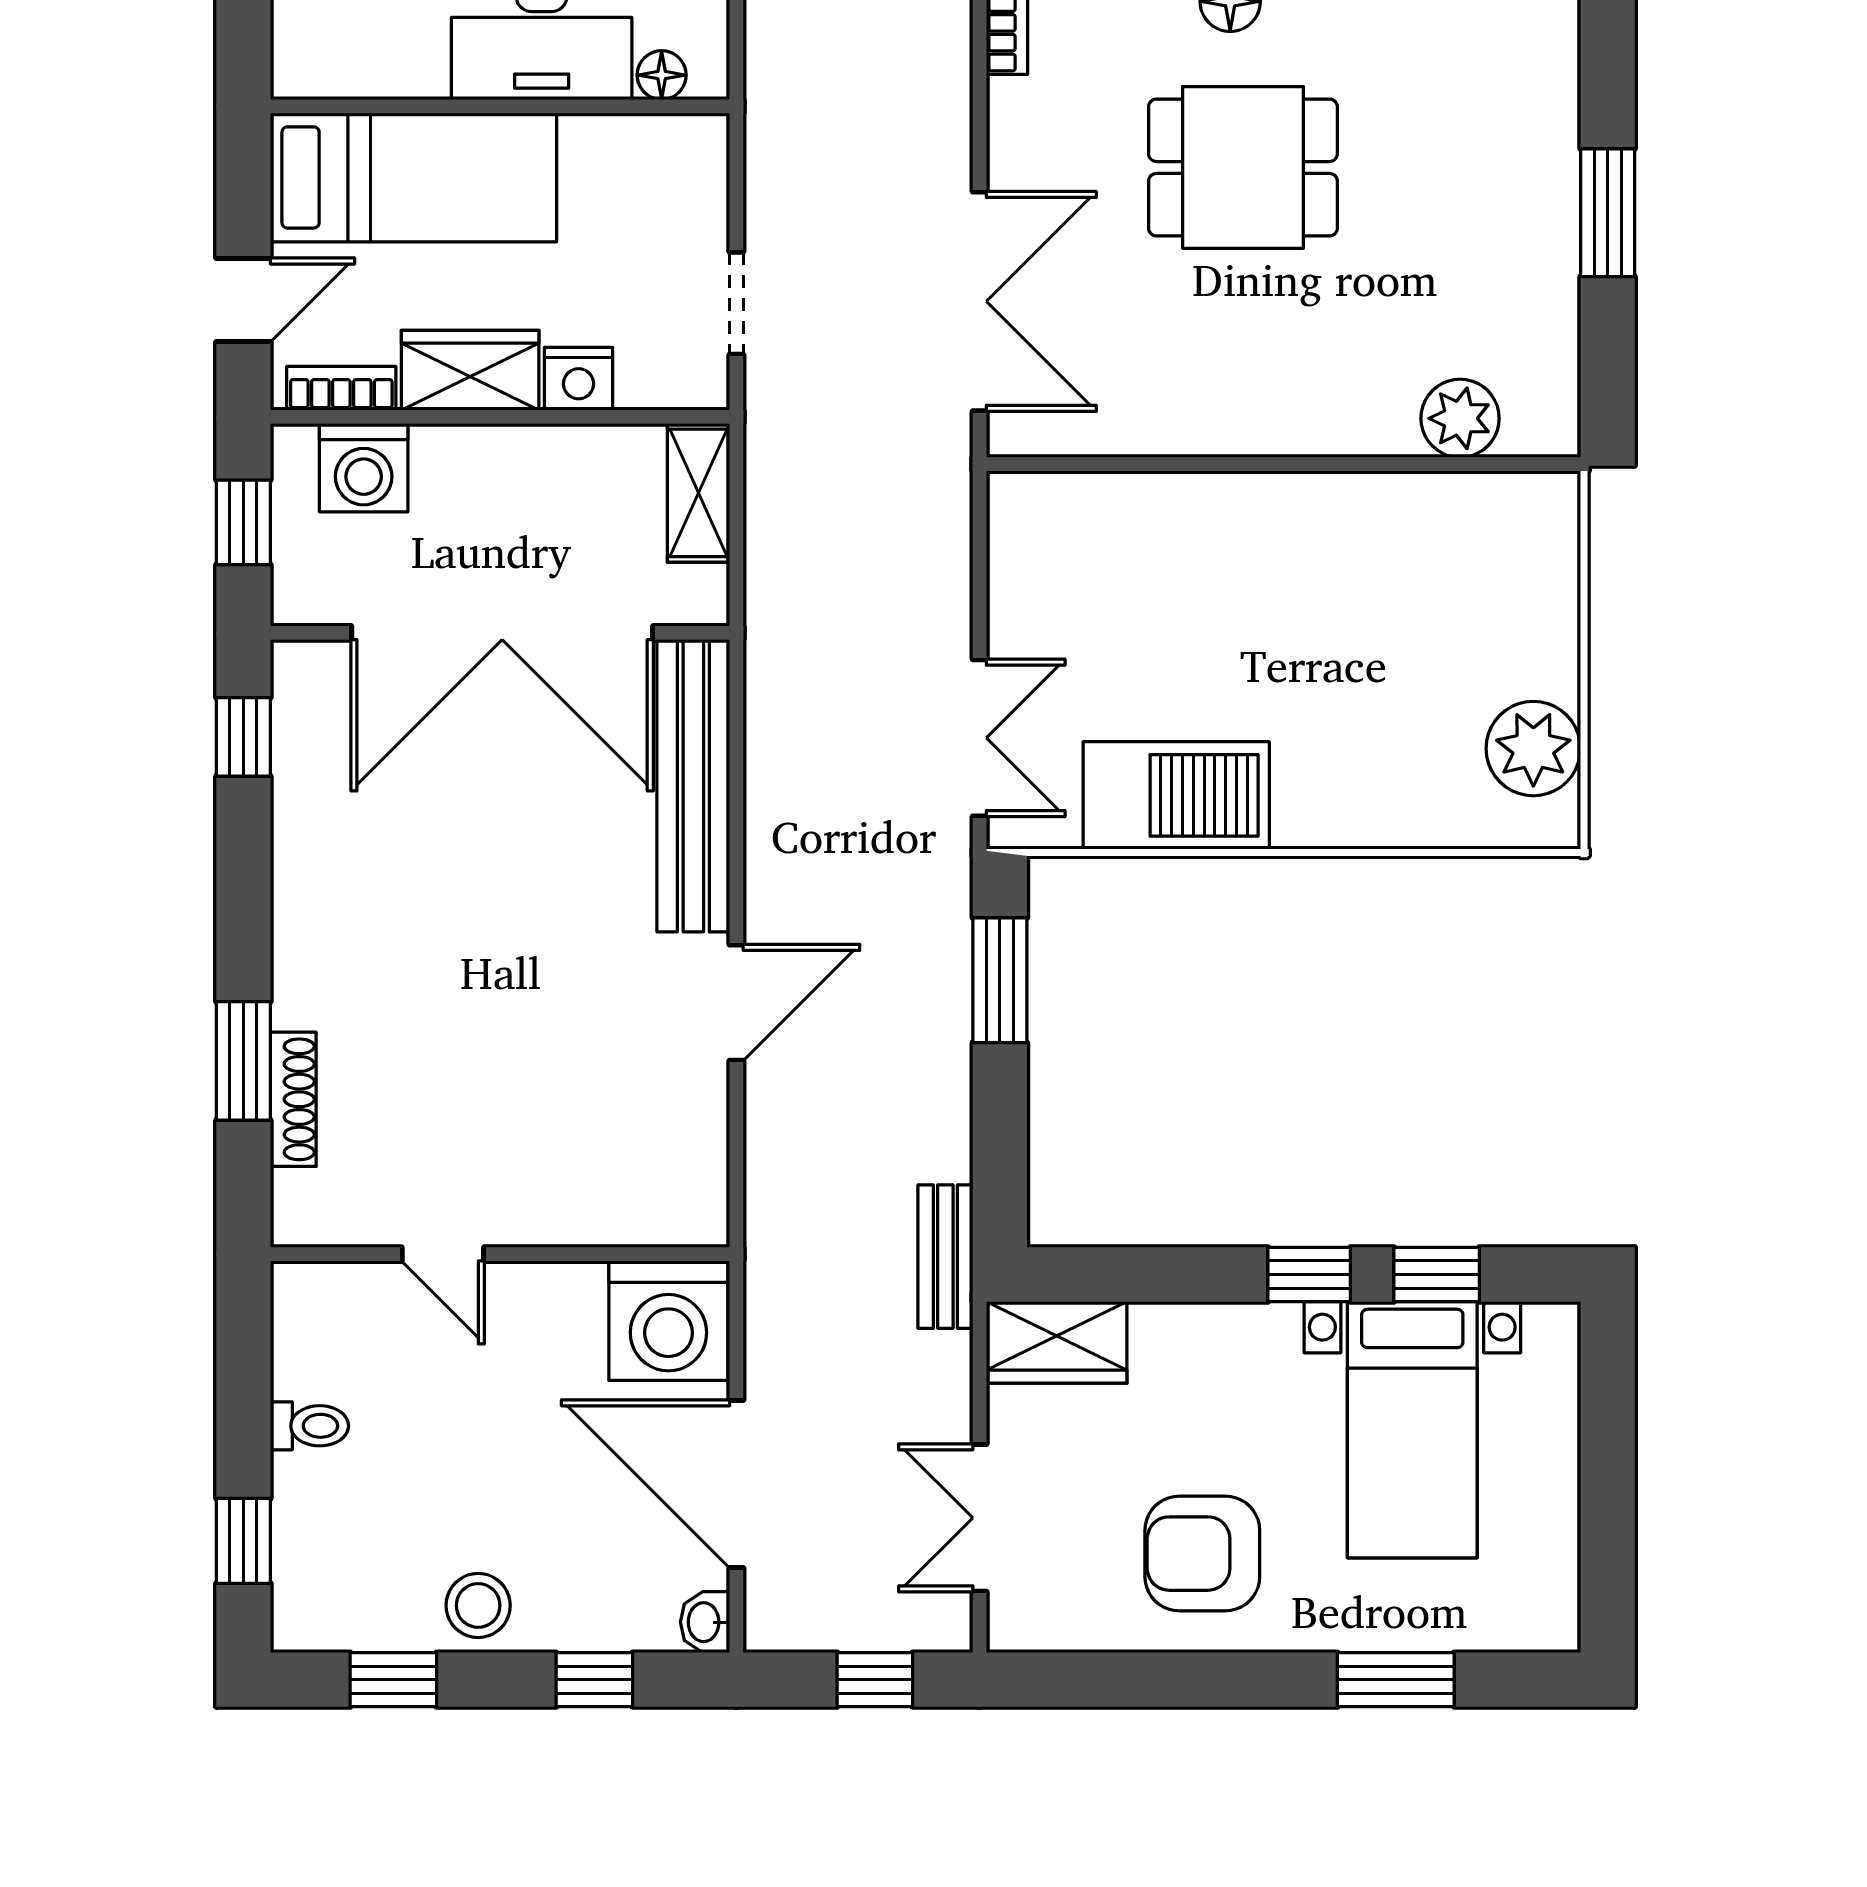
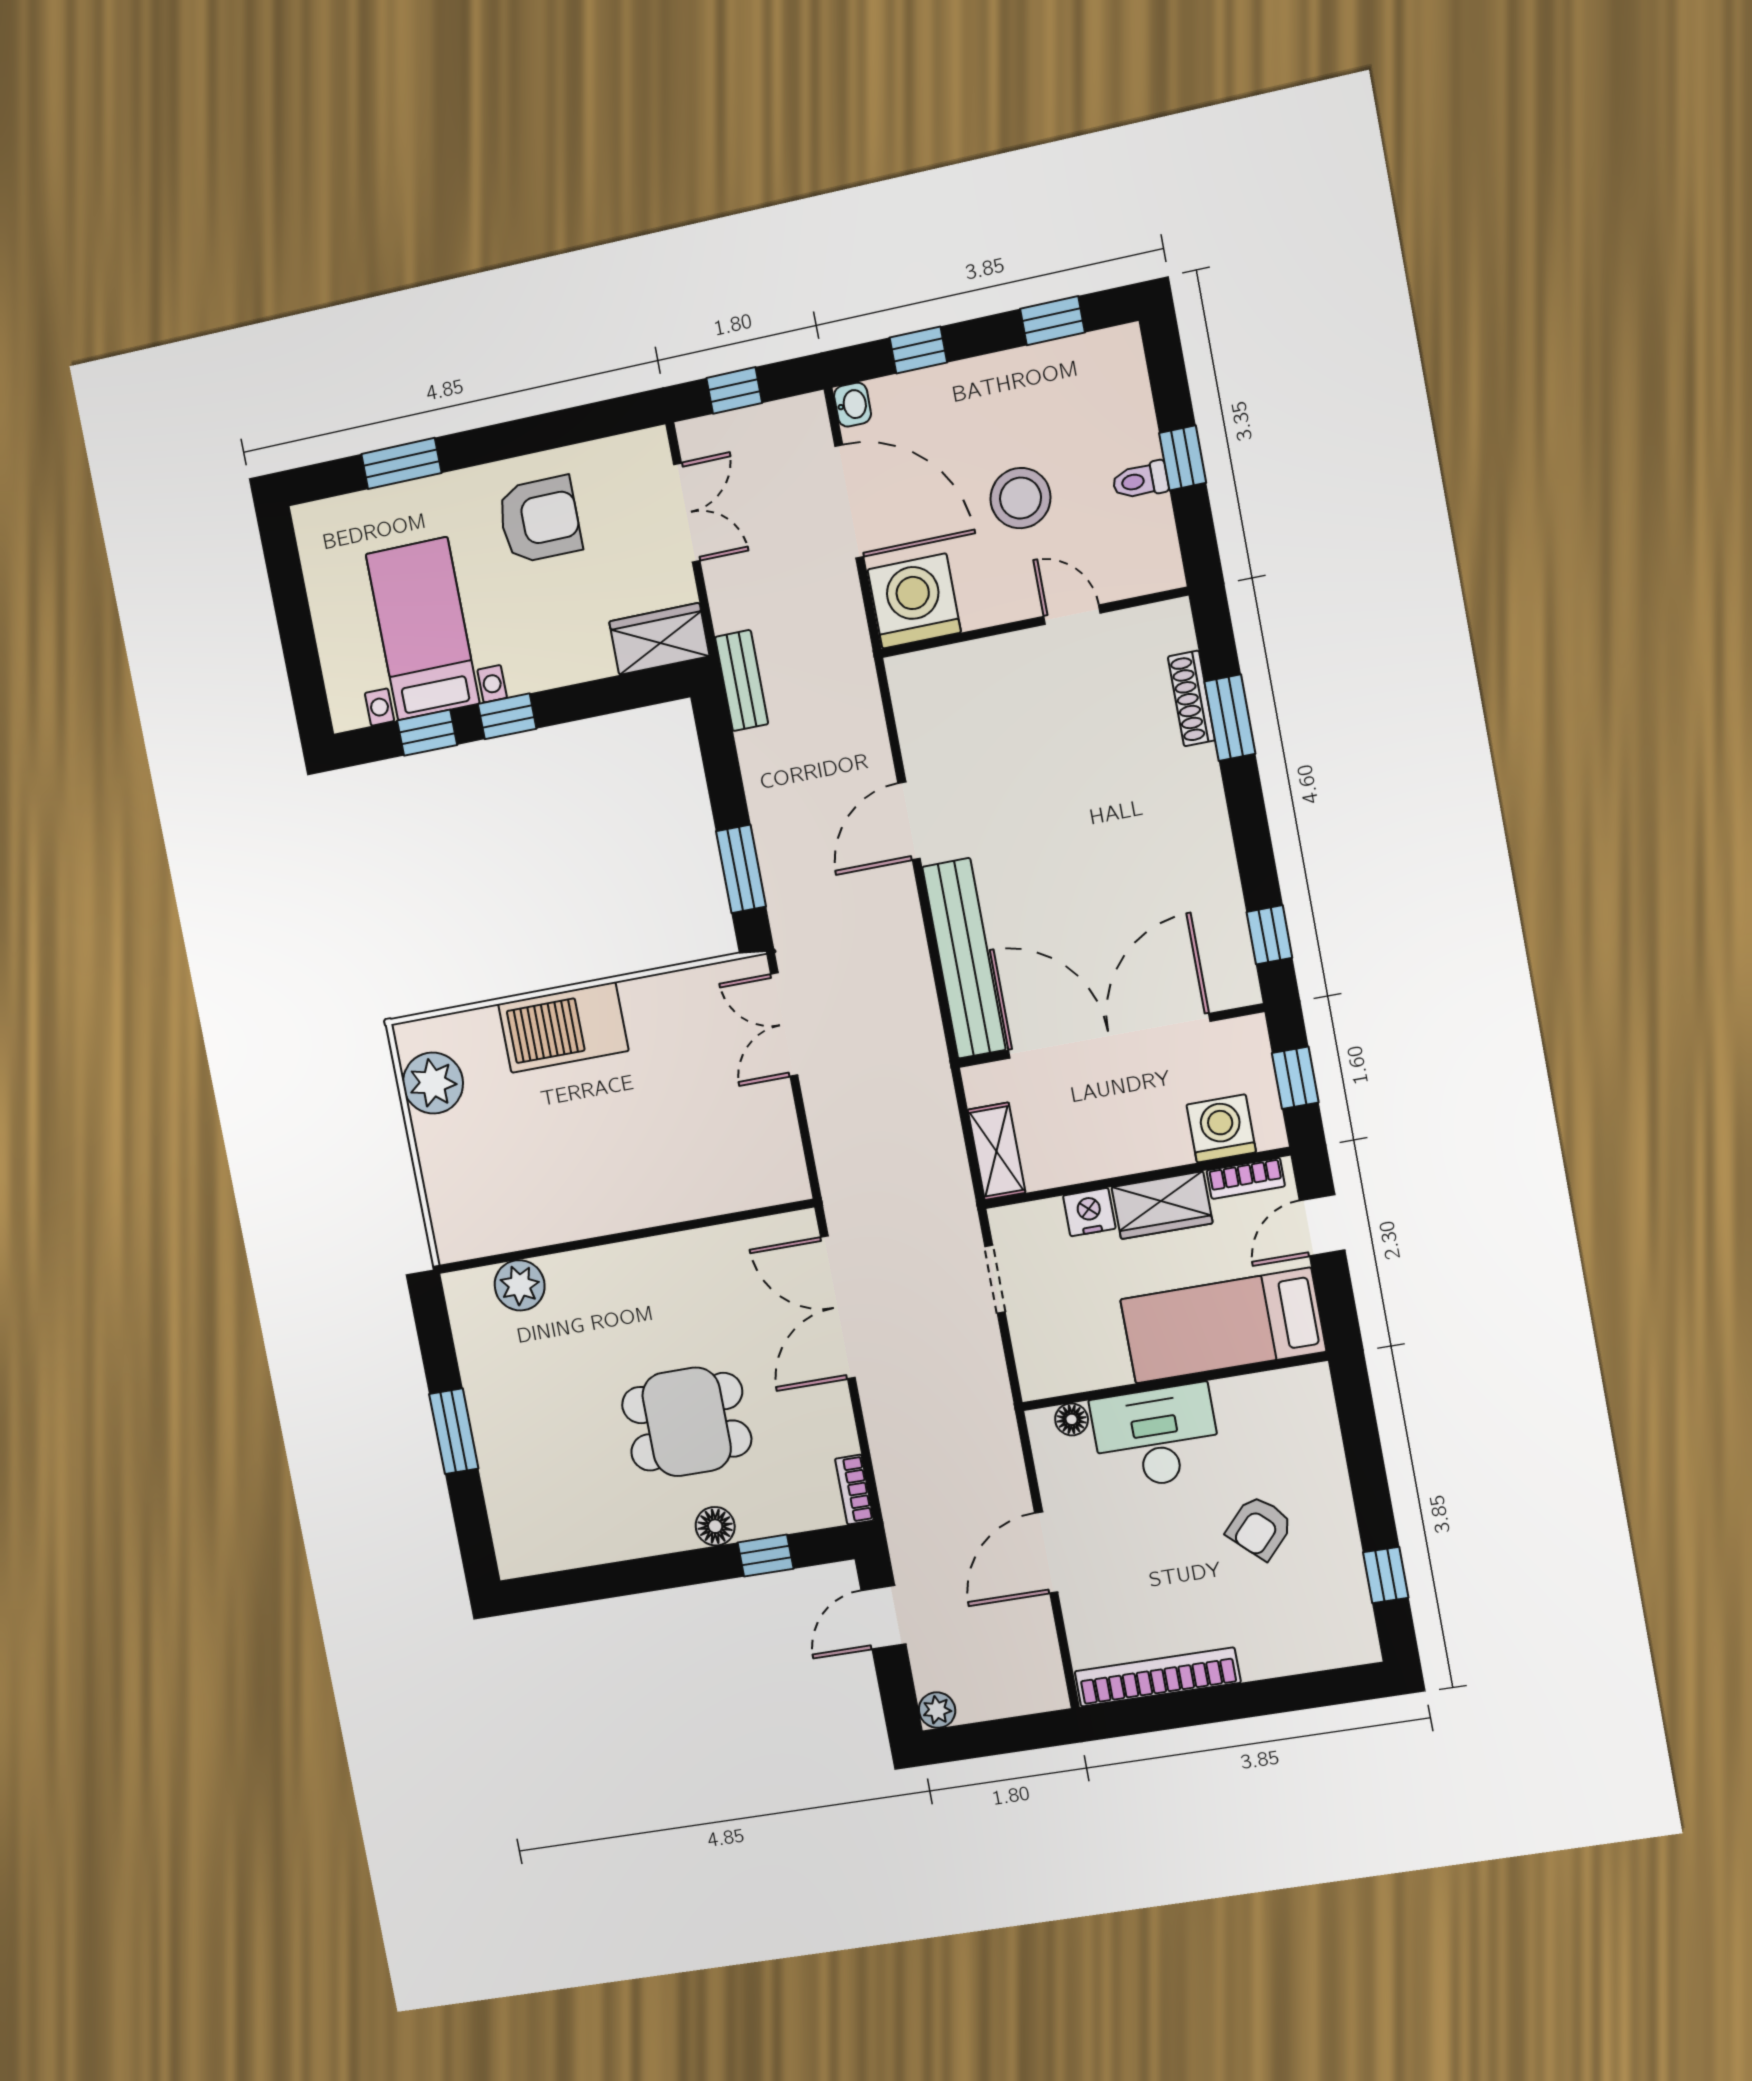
barbecue: (1176, 795) -> (563, 1027), moved
window: (243, 1541) -> (1183, 458), moved
stool: (478, 1605) -> (1021, 498), moved, width x1.38, depth x1.38

